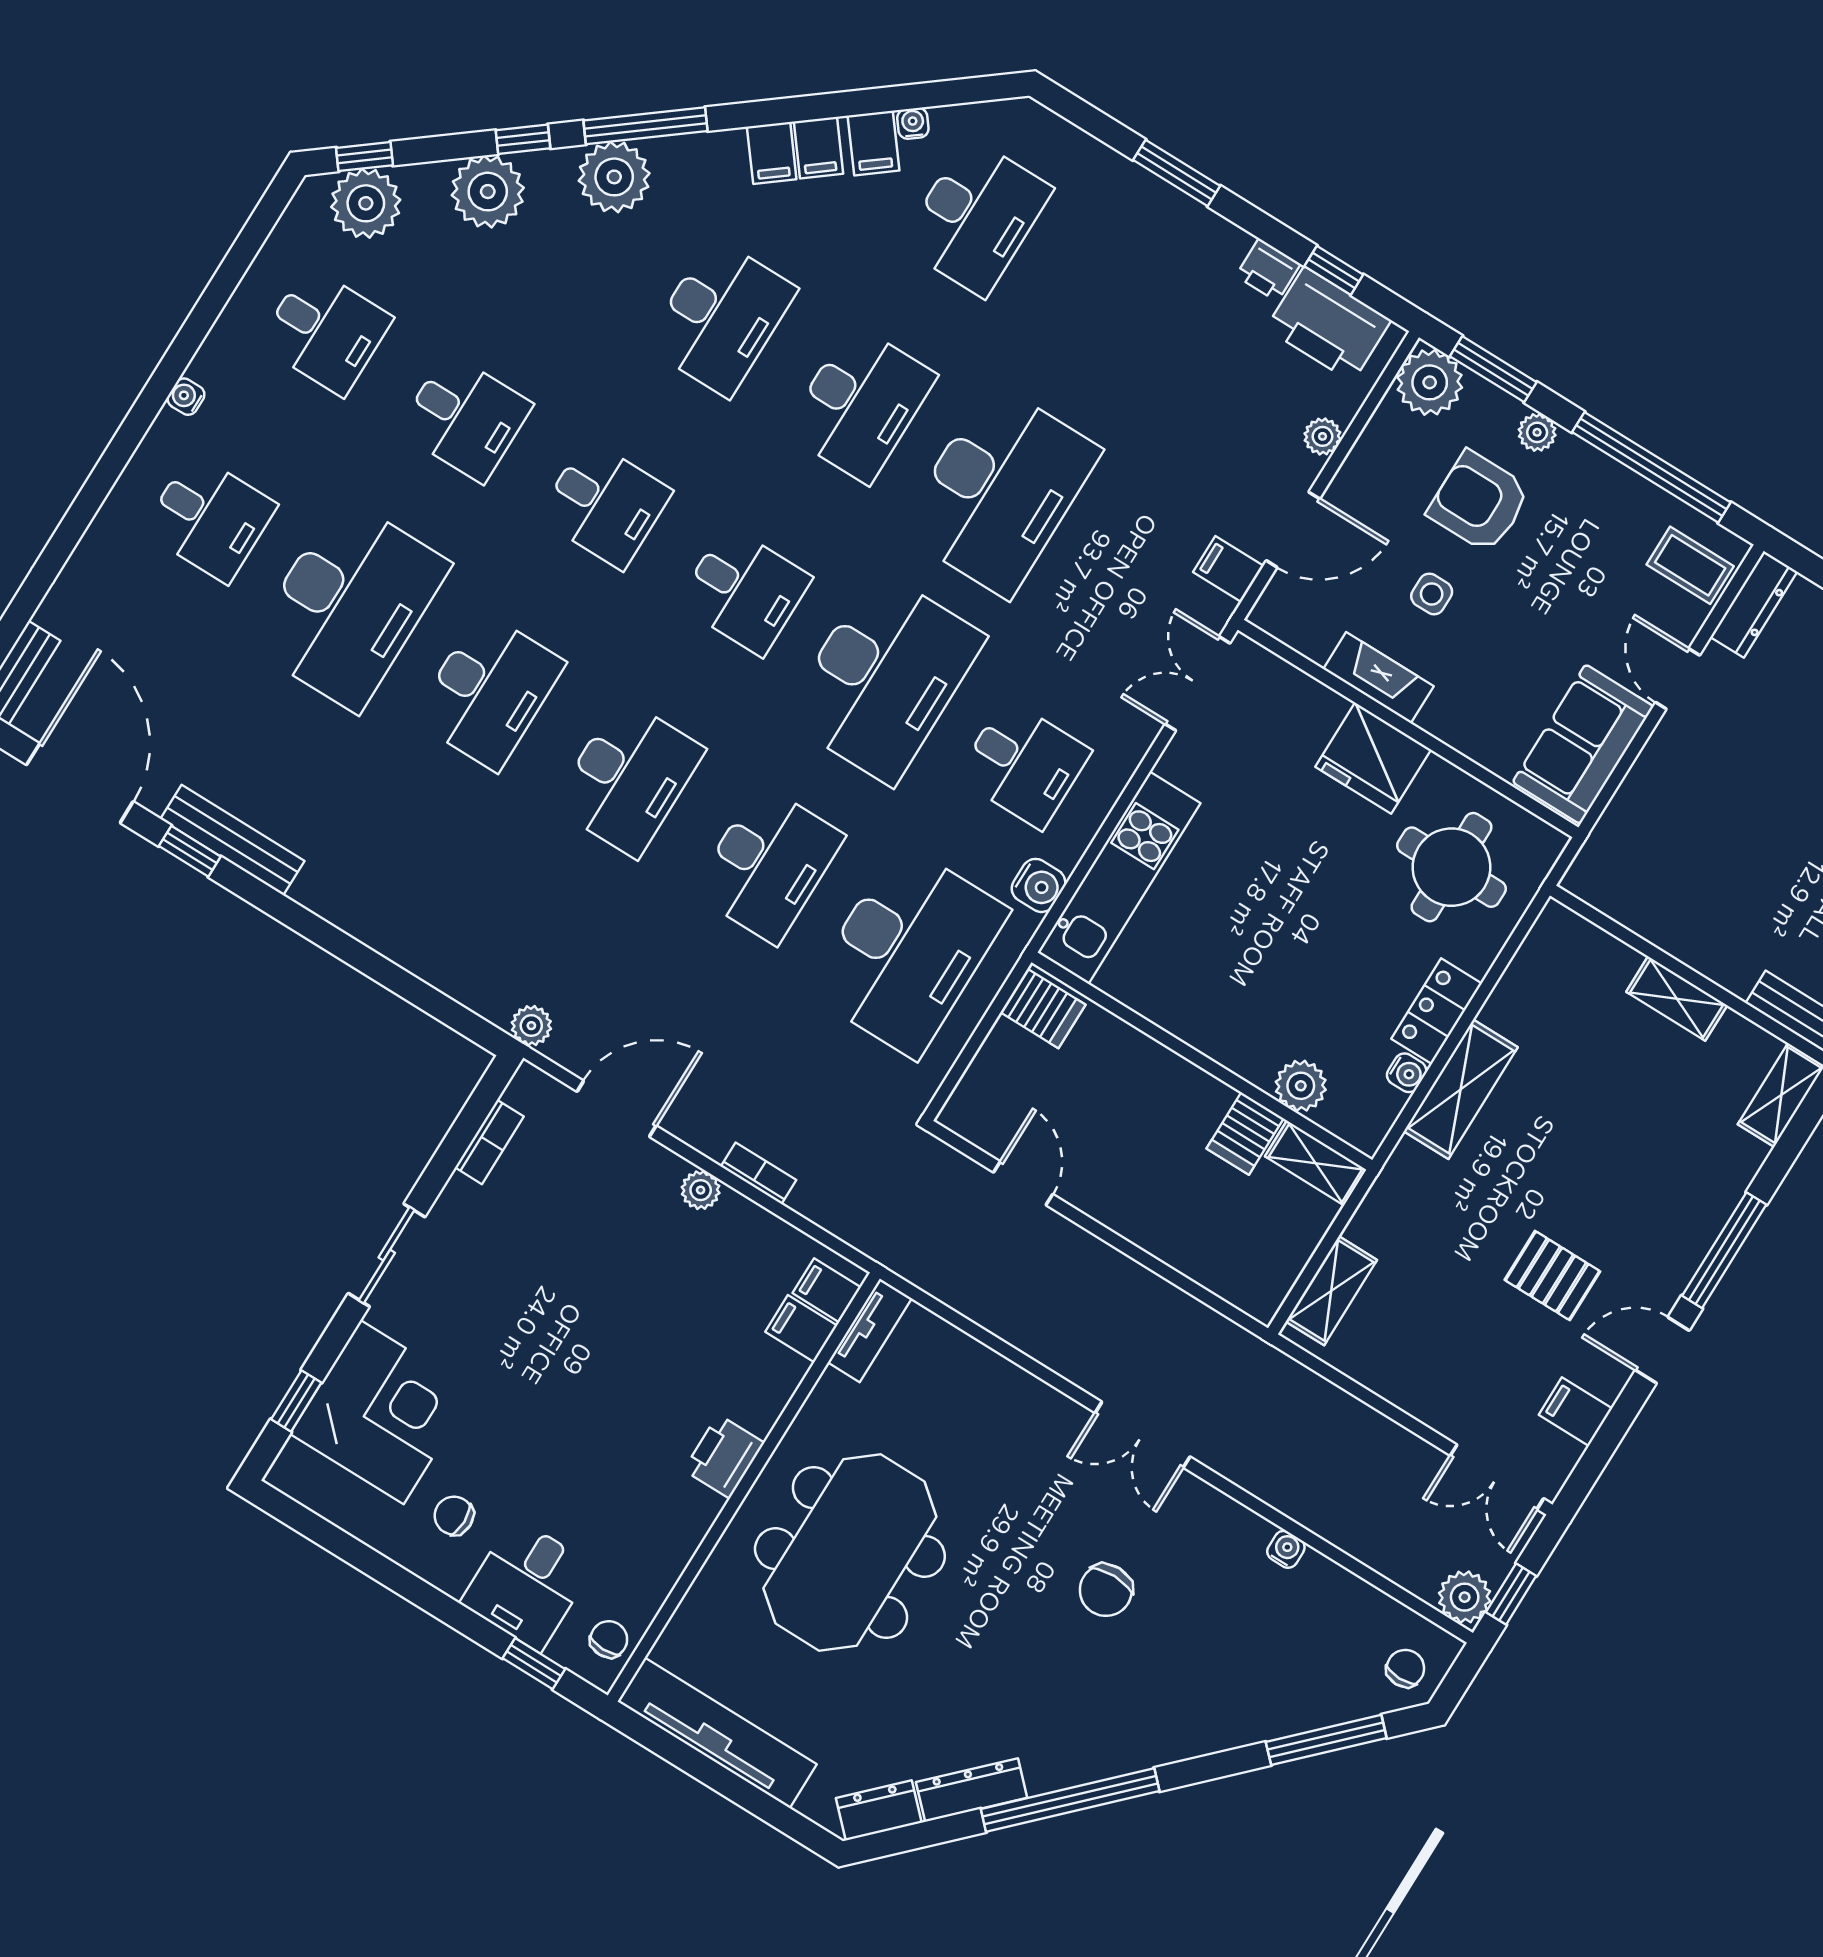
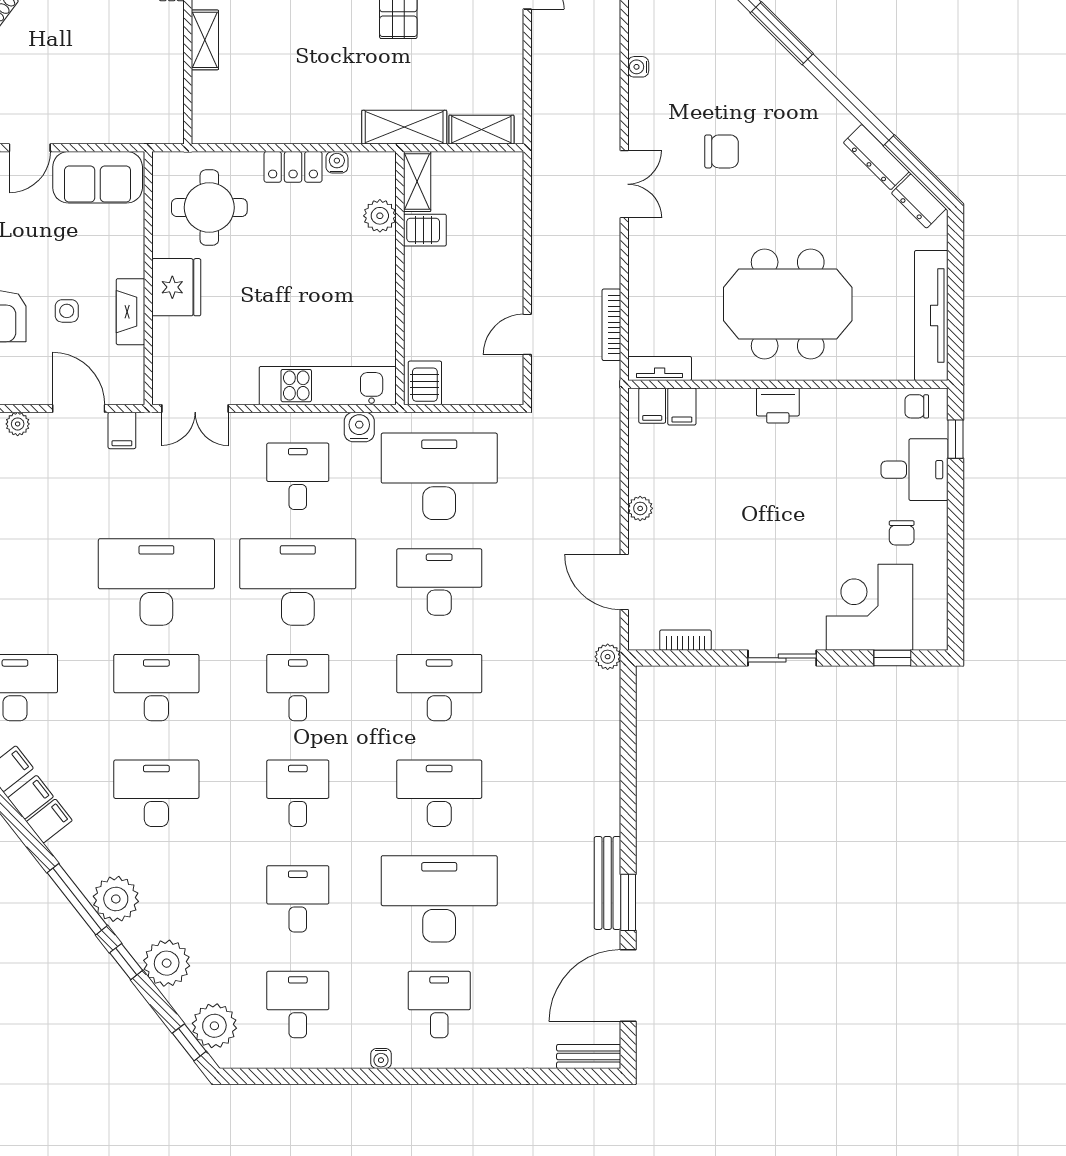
window: (190, 851) -> (628, 902), width x1.50
shelving: (1461, 1089) -> (404, 127), moved
bookcase: (758, 1173) -> (611, 325), moved, width x1.56

